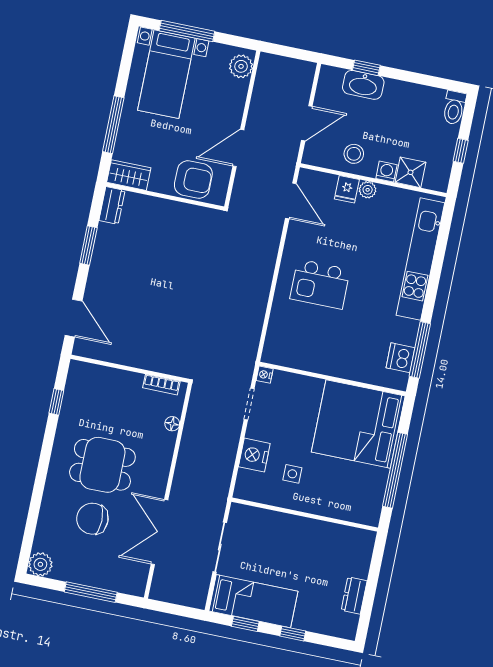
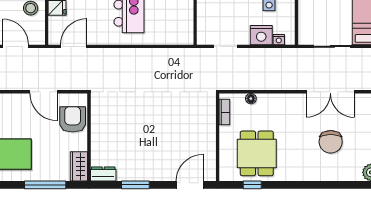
nightstand: (265, 375) -> (279, 40), moved
dining table: (102, 465) -> (257, 153), moved

